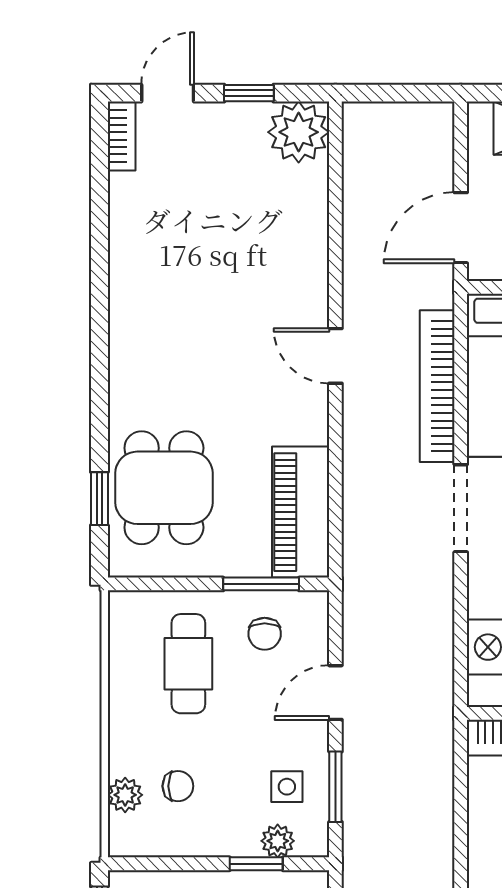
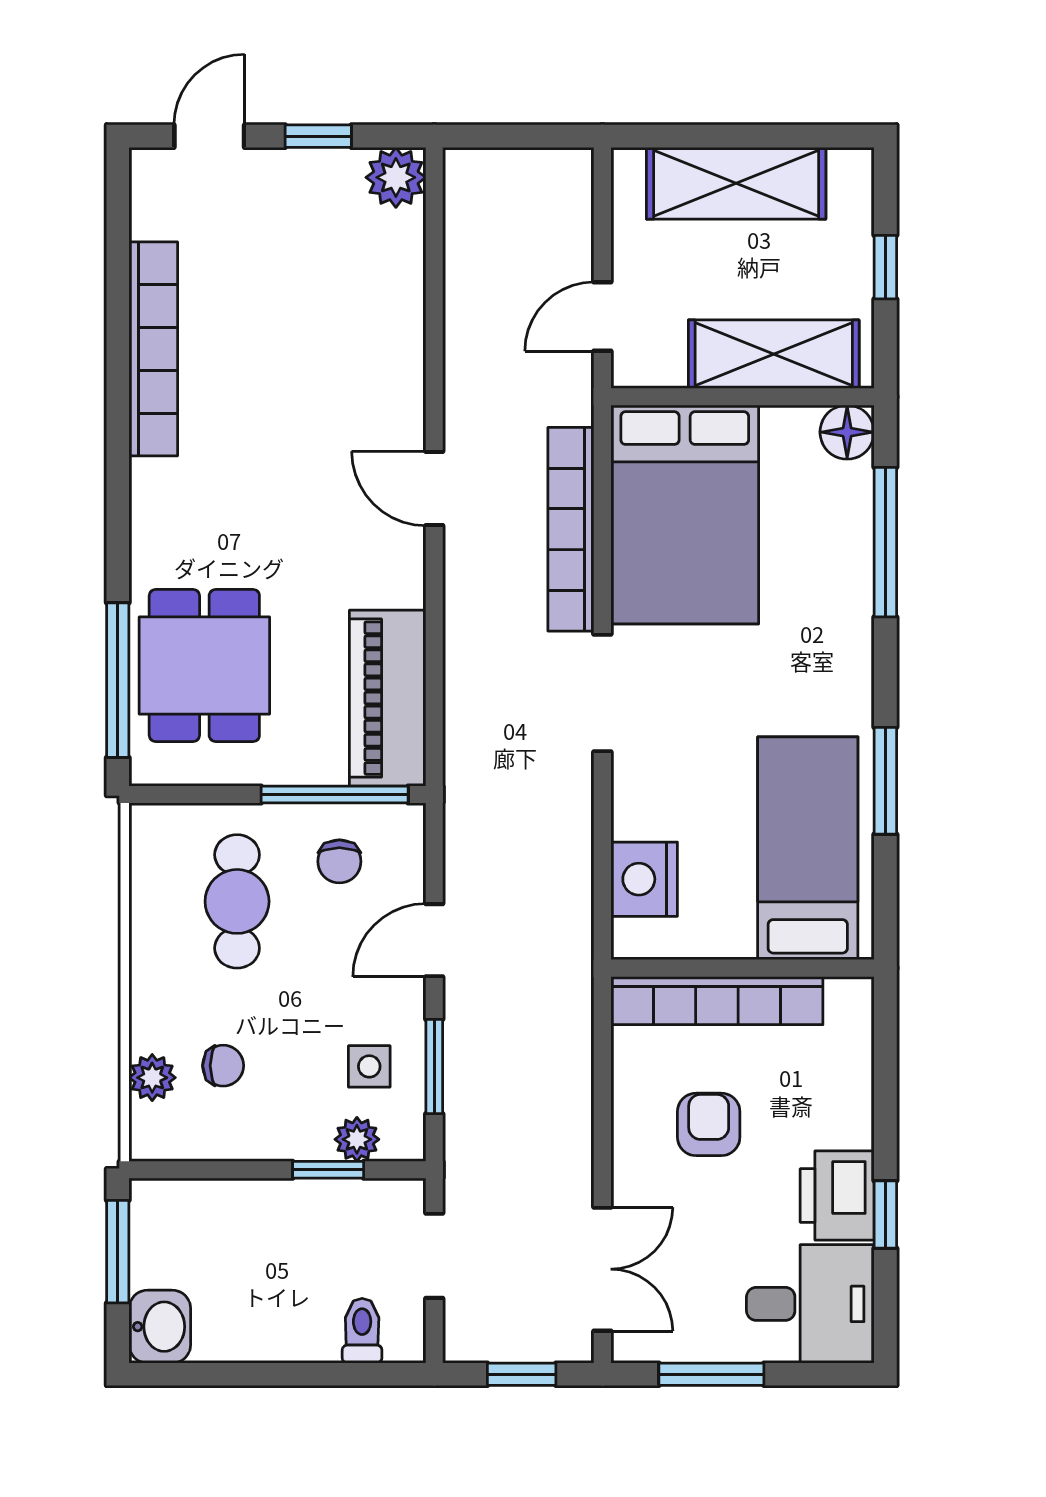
plant: (299, 132) -> (396, 177), width x0.73, depth x0.73
bookcase: (122, 136) -> (153, 349), moved, width x2.31, depth x1.31
door: (461, 228) -> (602, 317), width x0.73
window: (99, 499) -> (118, 680), width x2.17
window: (261, 584) -> (335, 794), width x1.44

